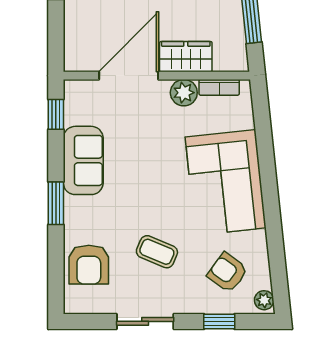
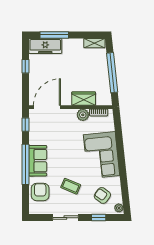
door: (129, 76) -> (47, 107), moved
sofa: (83, 160) -> (38, 161), moved
window: (56, 203) -> (25, 164), width x2.11
armchair: (89, 265) -> (40, 192), turned 180

